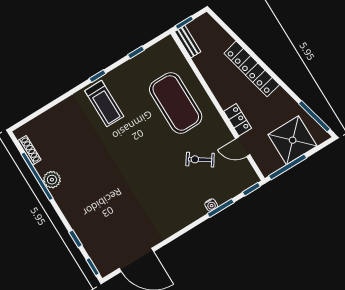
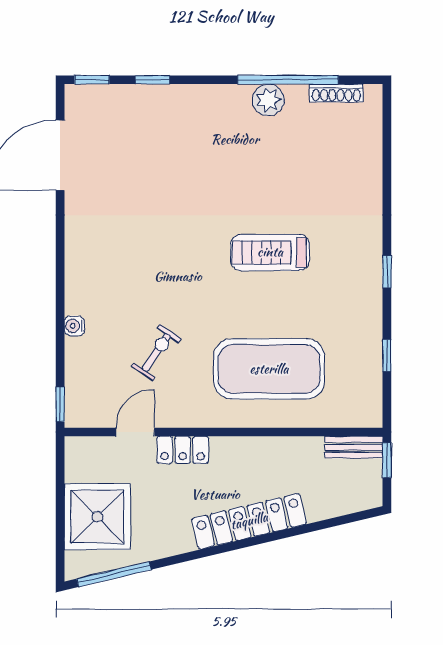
treadmill: (104, 104) -> (270, 252), moved
window: (288, 167) -> (60, 483), removed
window: (221, 208) -> (60, 338), removed

